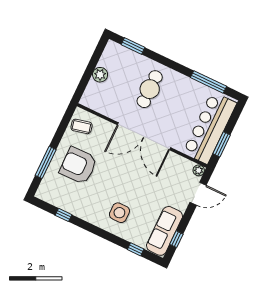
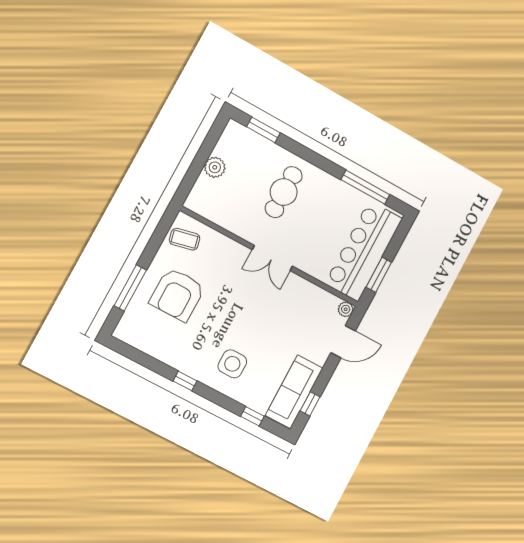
double door: (144, 136) -> (272, 258), width x0.54
armchair: (78, 165) -> (177, 294), turned -89
window: (63, 215) -> (185, 381), moved

